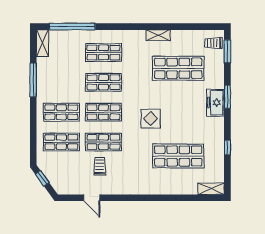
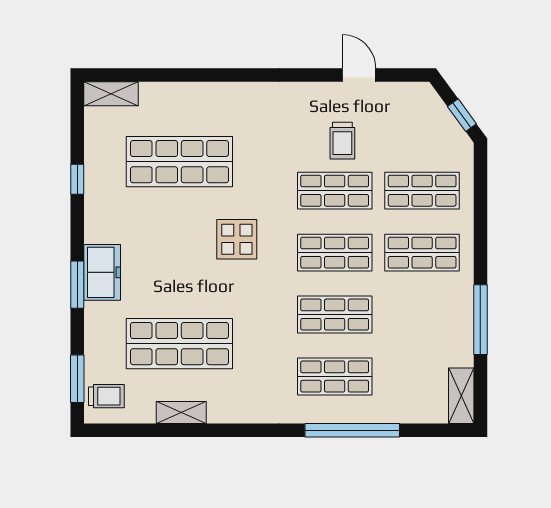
window: (72, 27) -> (352, 430), moved
shelving: (158, 35) -> (181, 412), moved

